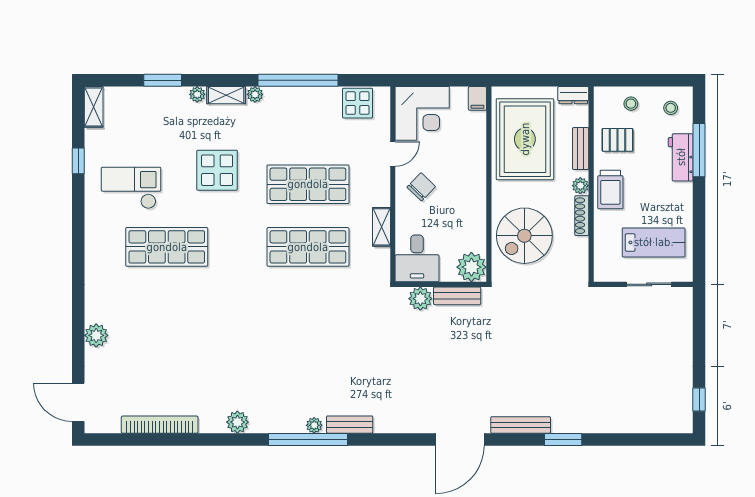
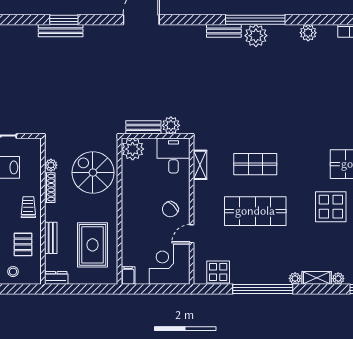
rug: (525, 139) -> (93, 245), width x0.73, depth x0.69
pallet: (618, 140) -> (23, 244), turned 90
display table: (217, 170) -> (331, 207), moved
plant: (580, 186) -> (51, 165), moved
trolley: (610, 190) -> (28, 207), width x0.73, depth x0.72
shelving: (381, 227) -> (200, 165), moved
spiral stairs: (524, 236) -> (93, 173), turned -90
shop shelf: (308, 247) -> (255, 164), width x0.70, depth x0.74
plant: (314, 425) -> (256, 36), width x1.87, depth x1.87
bench: (521, 425) -> (61, 31), moved

